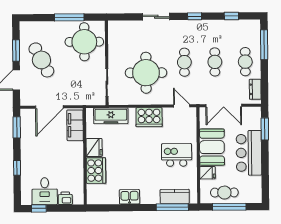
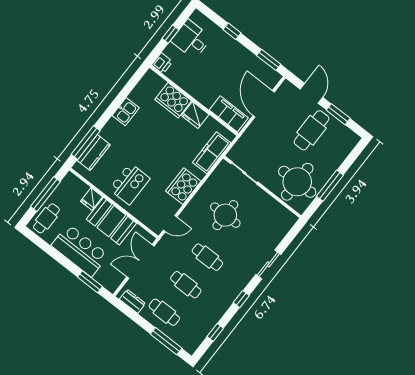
cafe table: (41, 60) -> (312, 130), turned -62
round table: (146, 73) -> (225, 215), width x0.73, depth x0.73
cafe table: (224, 193) -> (46, 218), moved
printer: (65, 198) -> (162, 63), moved
window: (39, 208) -> (170, 34), moved

